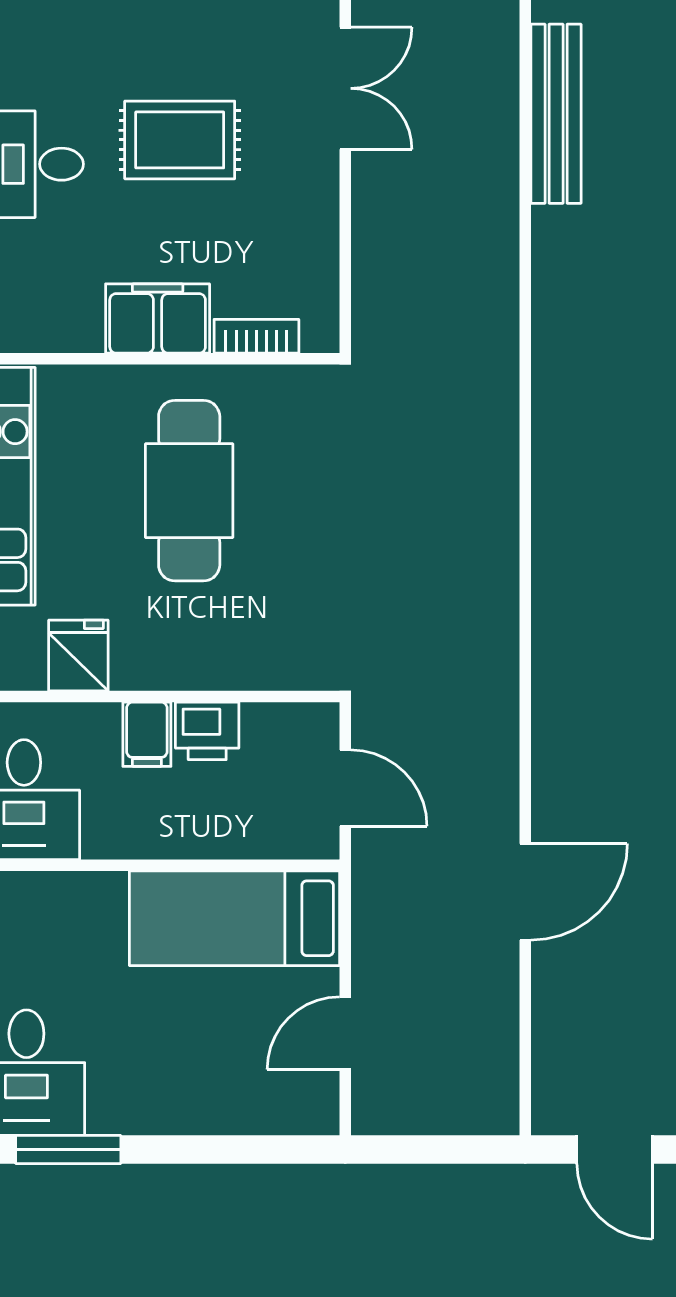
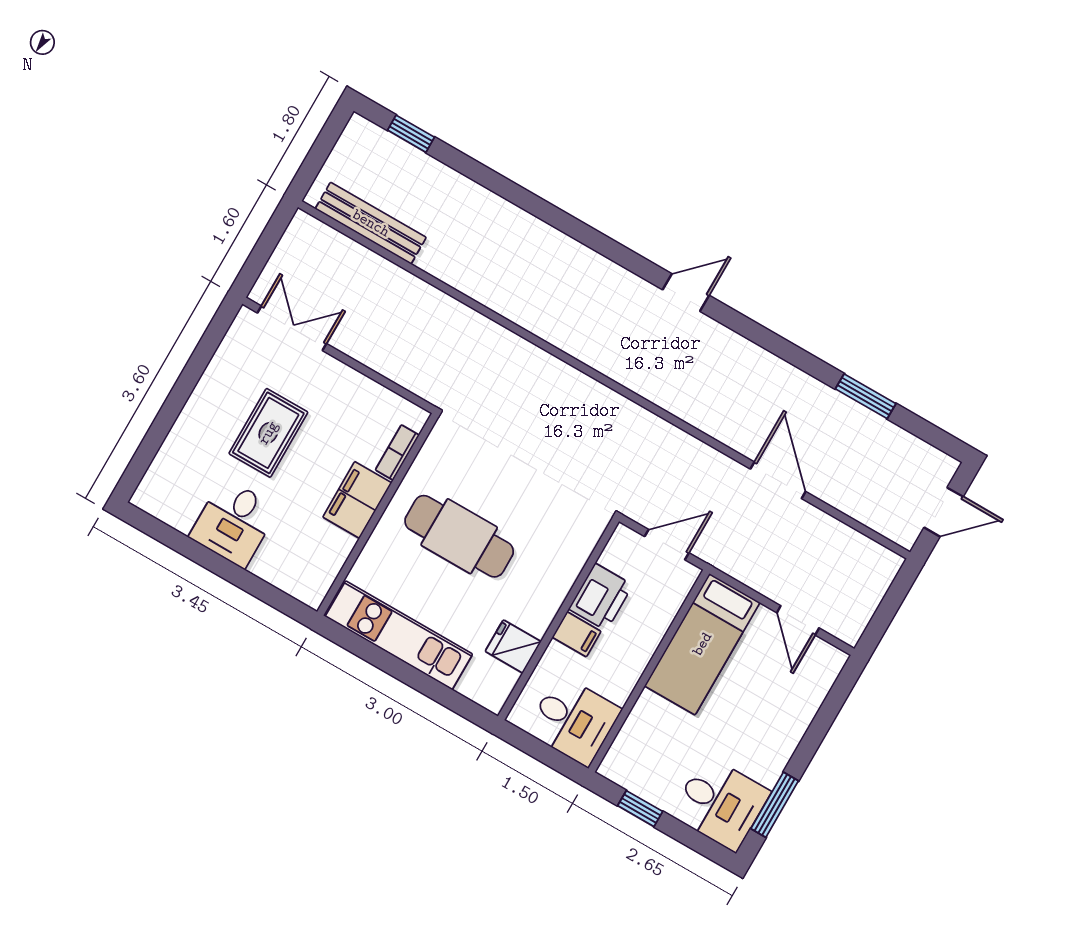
printer: (207, 731) -> (601, 597), width x1.36, depth x1.24

